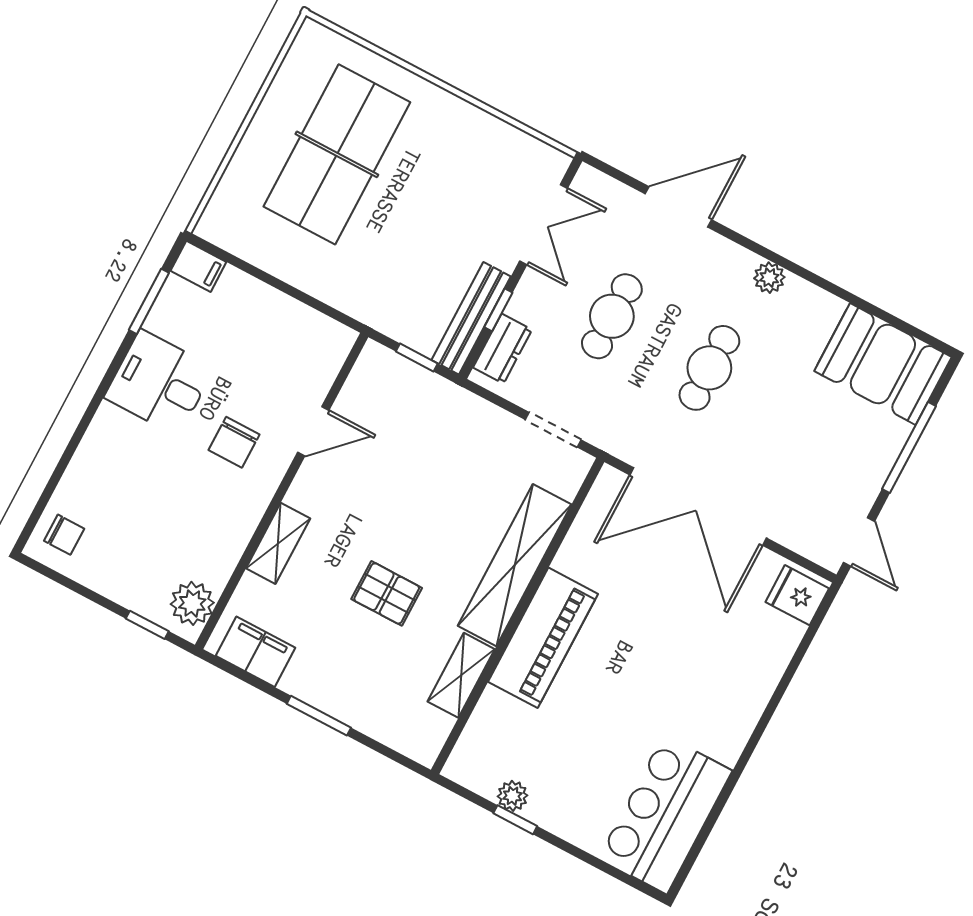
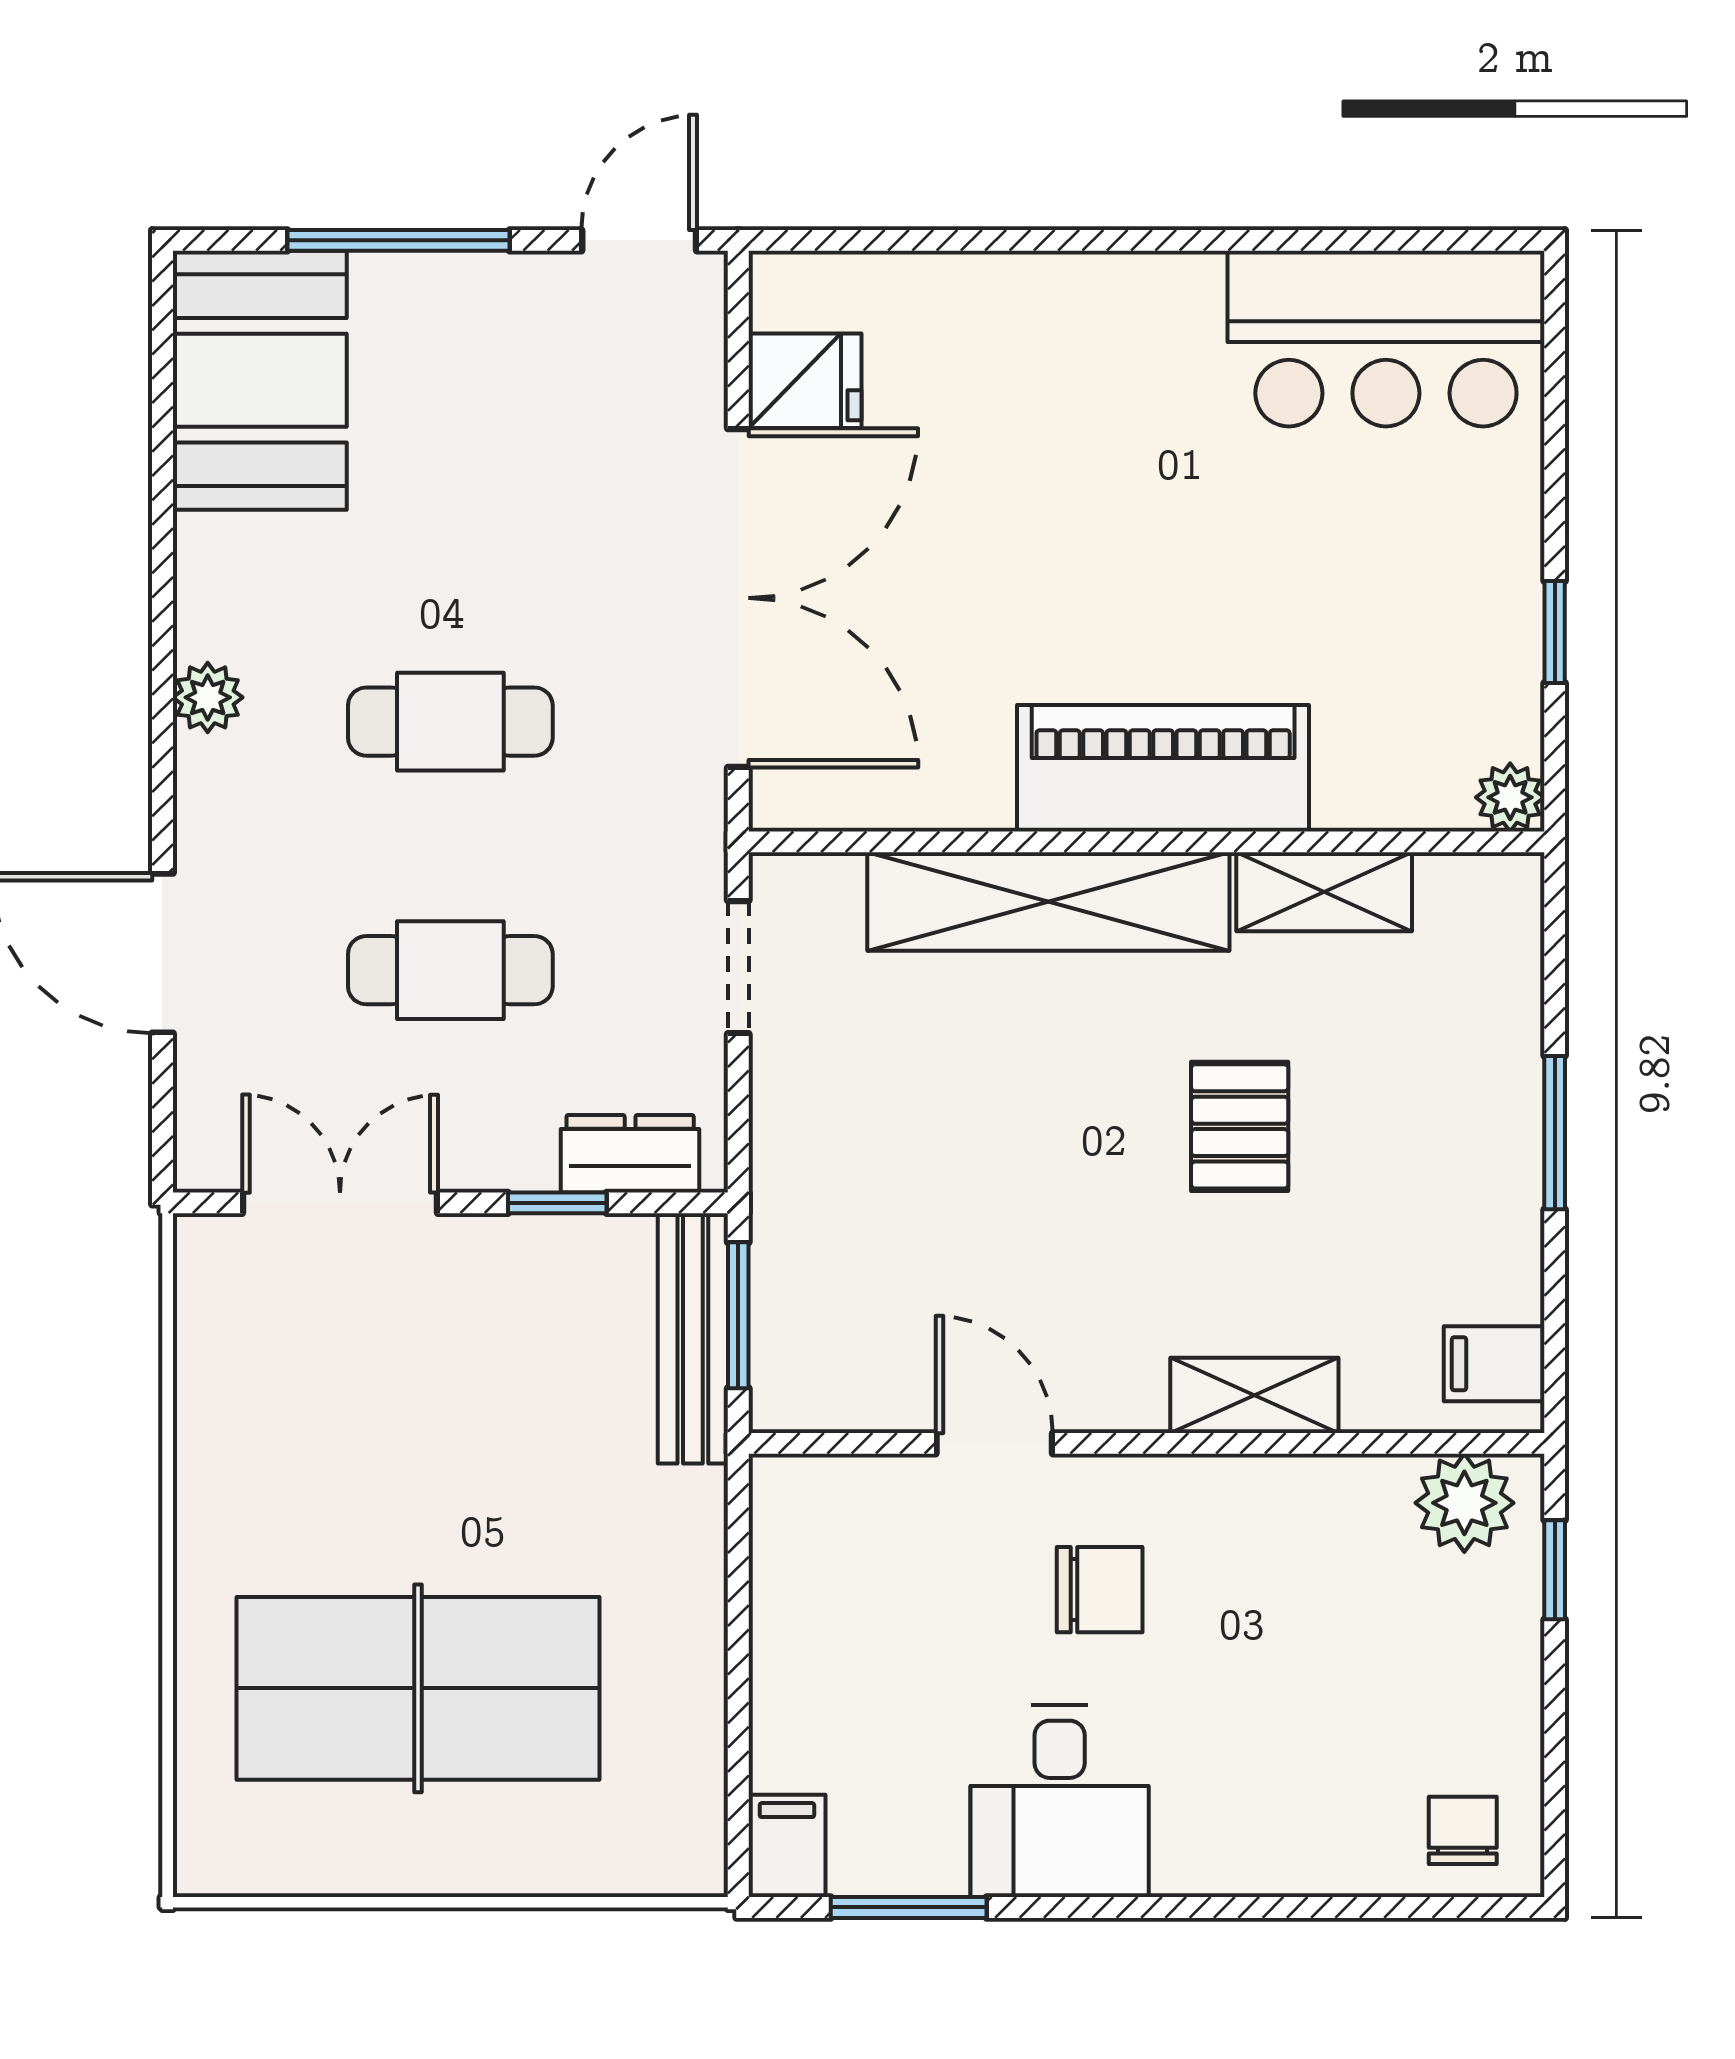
bench: (471, 318) -> (693, 1338), moved, turned 90
window: (417, 358) -> (738, 1315), width x1.50
fridge: (797, 595) -> (805, 381), moved, turned -90
filing cabinet: (255, 652) -> (1494, 1364), width x0.50
plant: (513, 796) -> (1510, 797), moved

